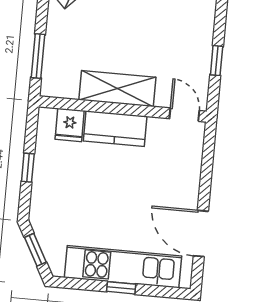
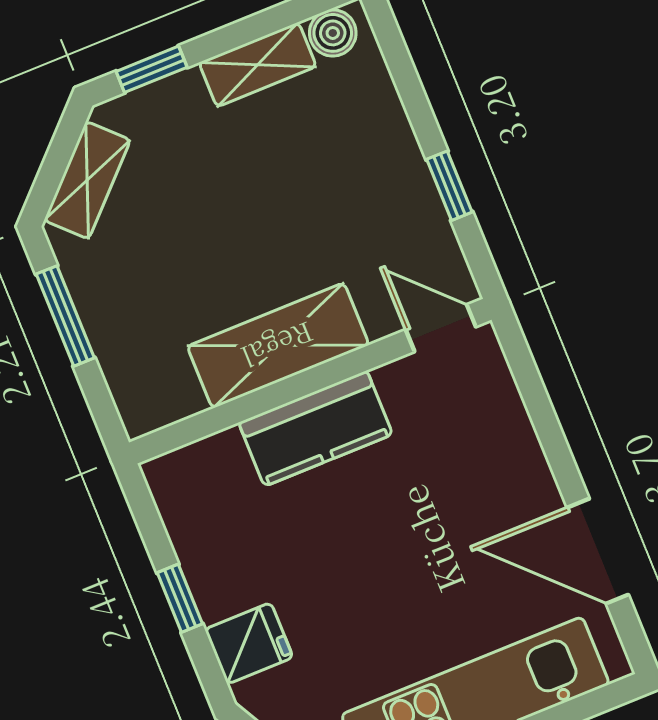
window: (38, 56) -> (65, 316), moved
fridge: (70, 125) -> (249, 643), moved, turned -90

